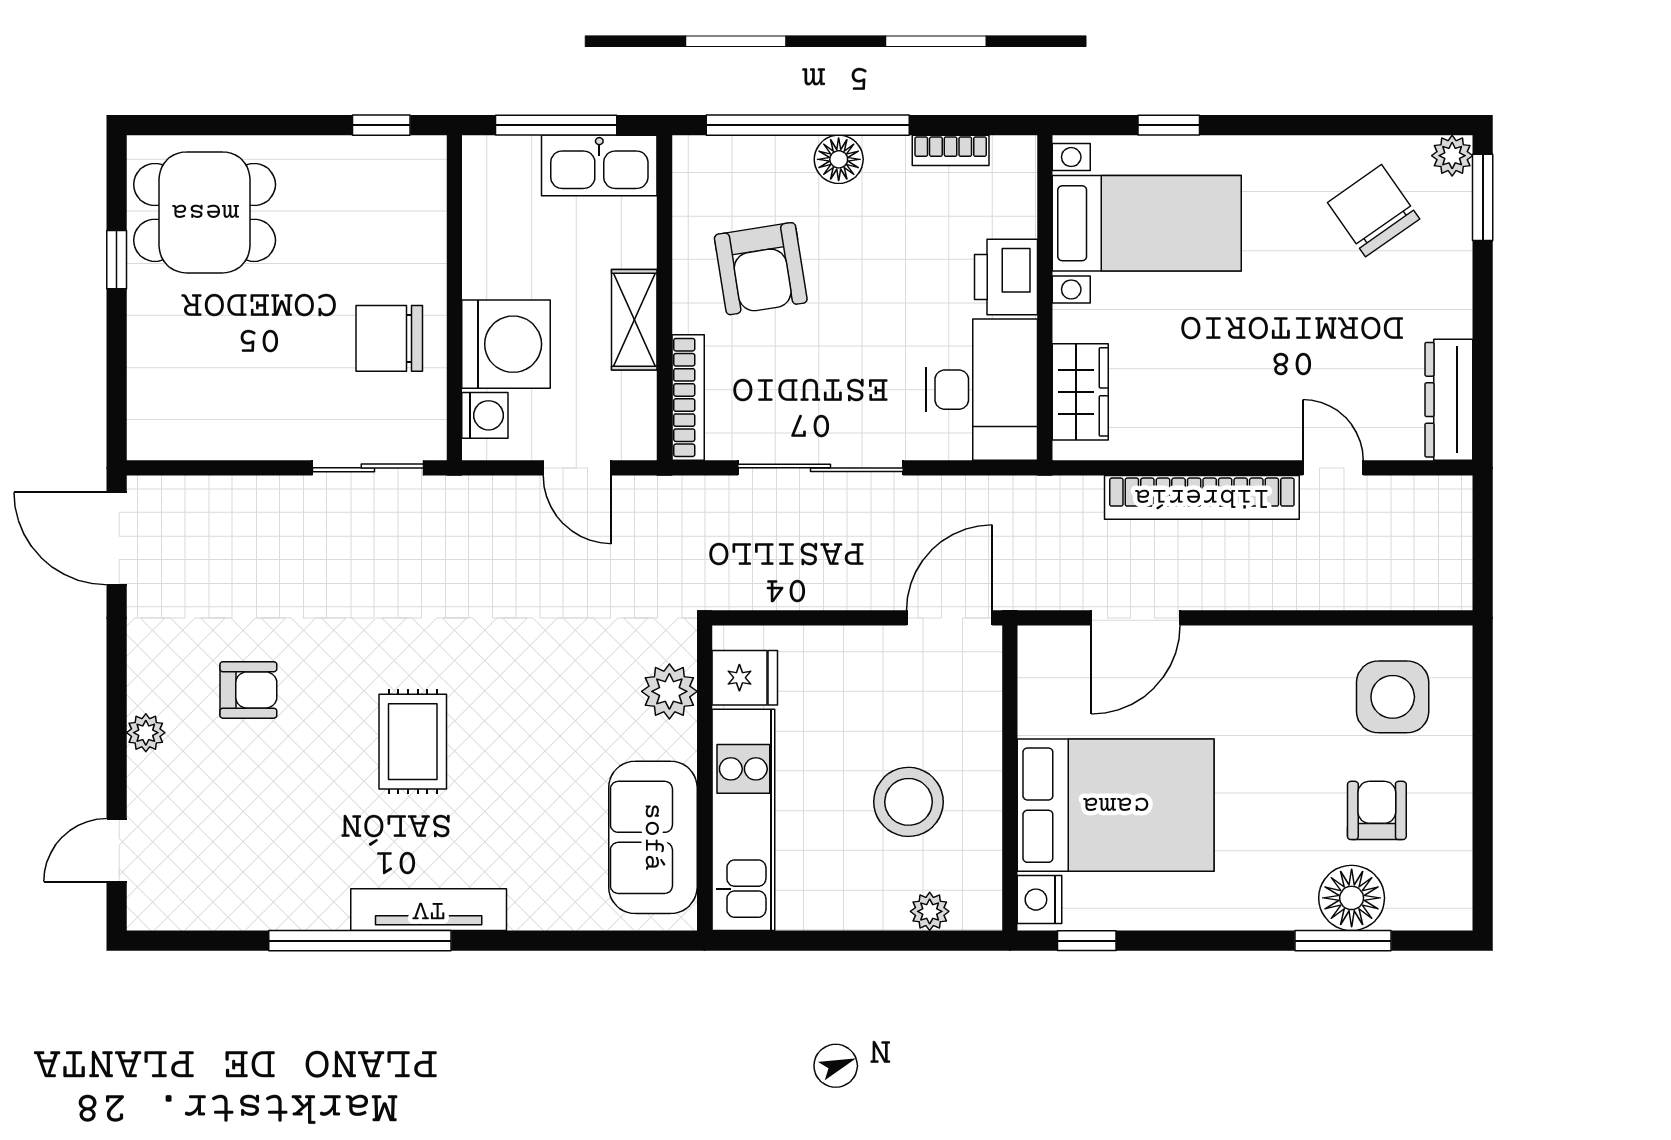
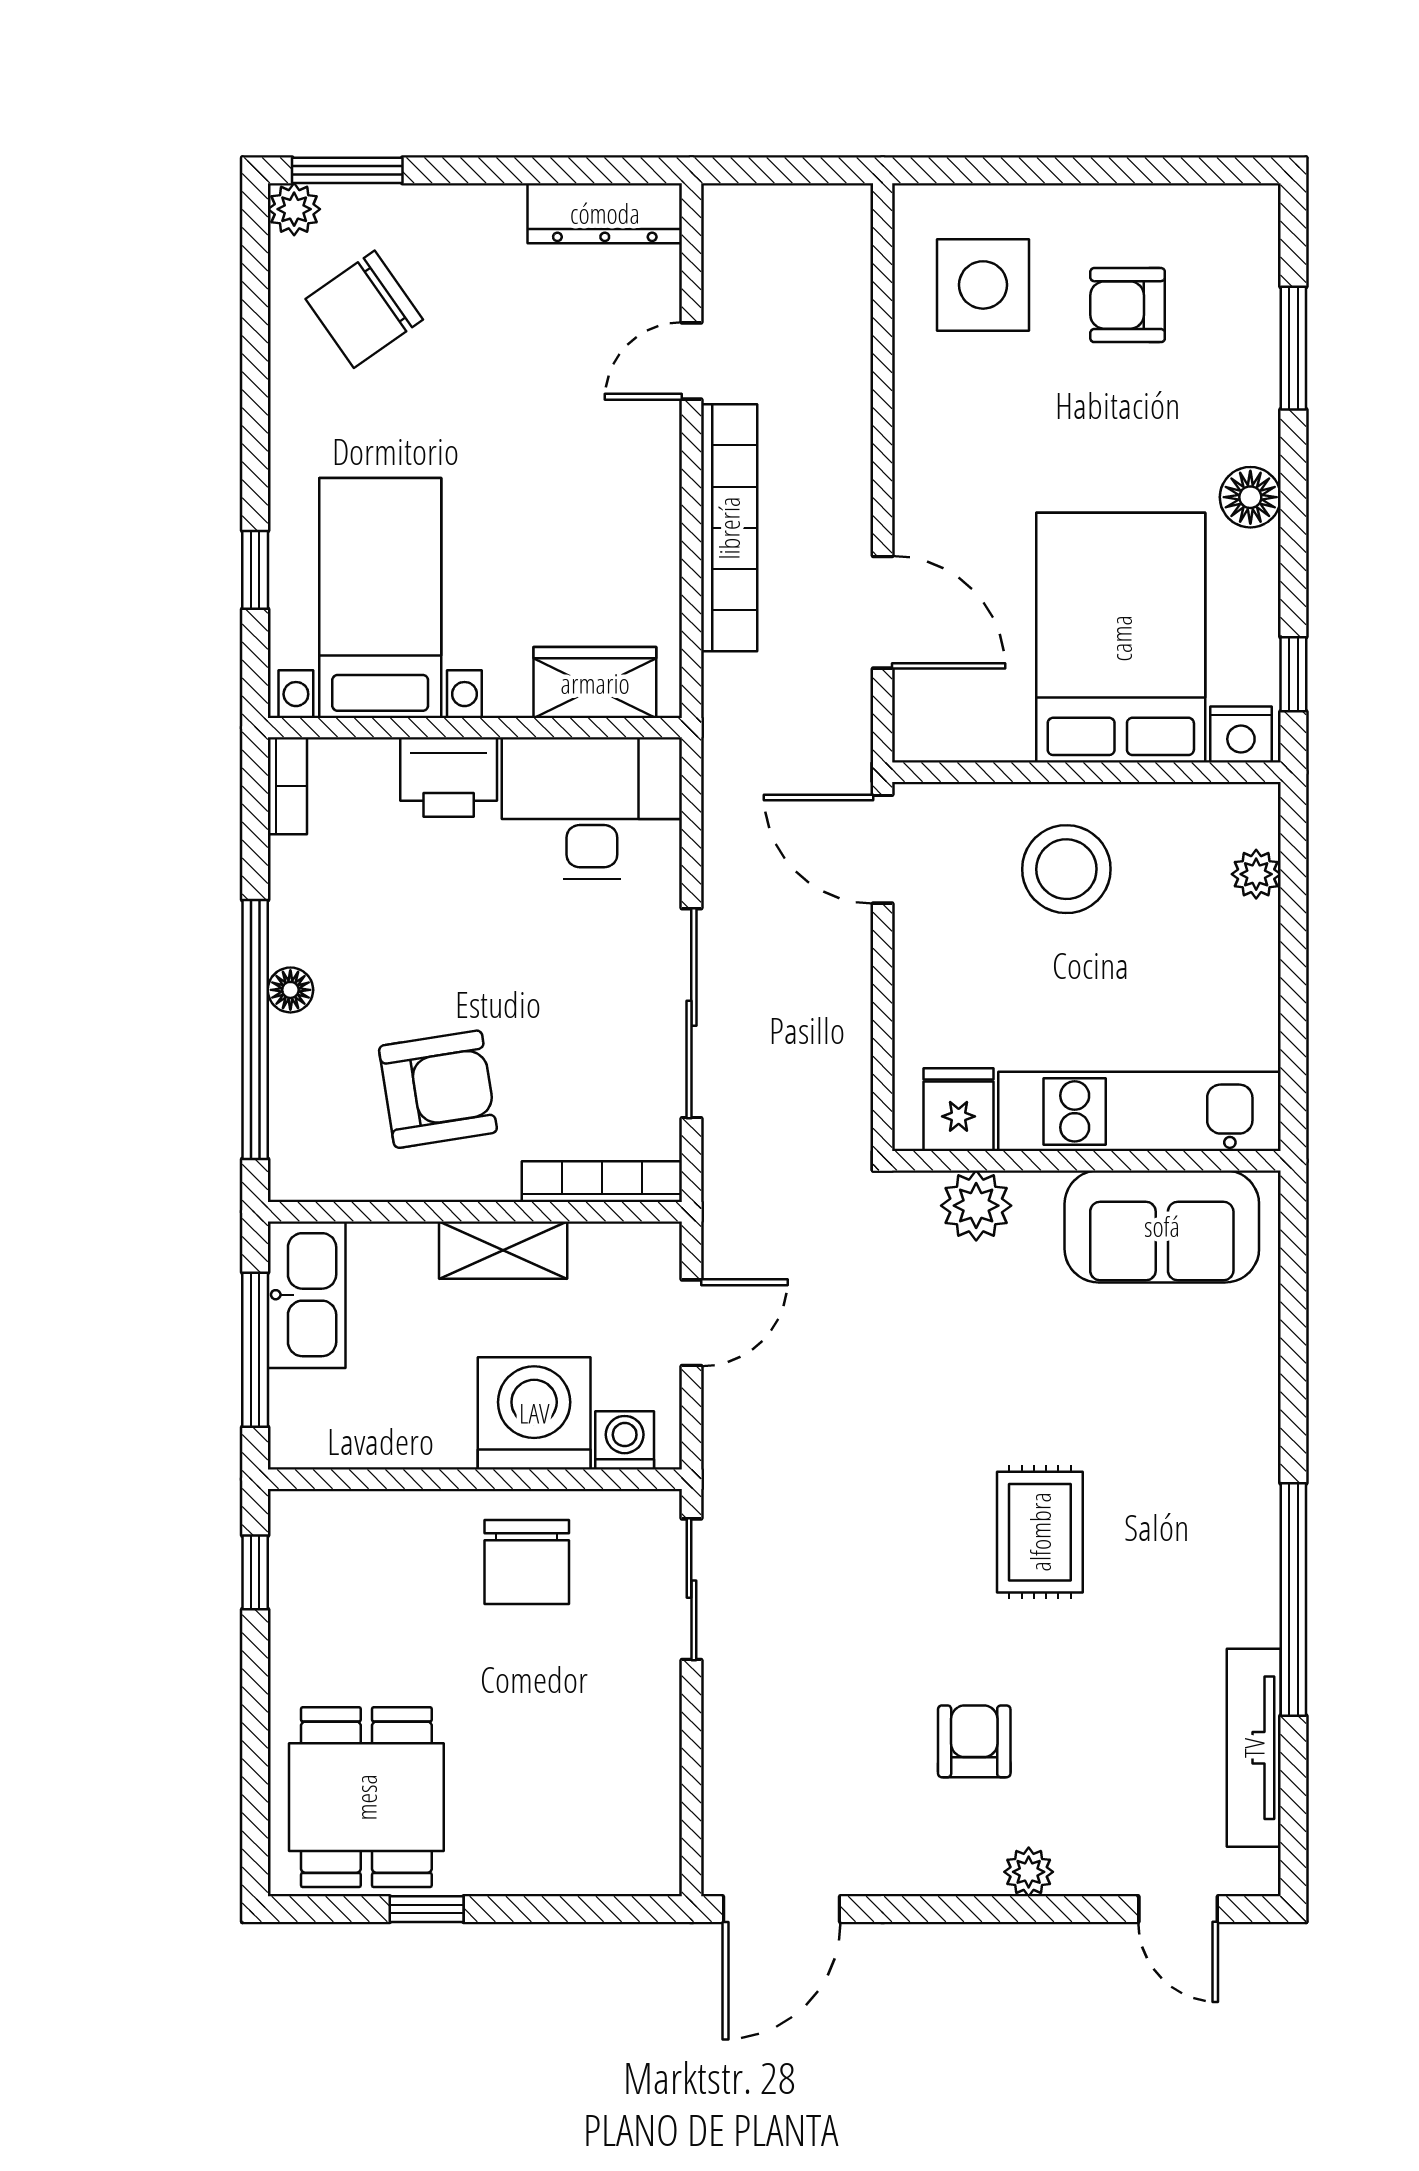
bookcase: (951, 150) -> (287, 786), moved
floor lamp: (839, 159) -> (290, 990), width x0.73, depth x0.73
rug: (413, 742) -> (1040, 1532), turned 90
stool: (908, 802) -> (1066, 869), moved
floor lamp: (1352, 898) -> (1250, 497), moved, width x0.73, depth x0.73
tv unit: (429, 910) -> (1254, 1748), moved

